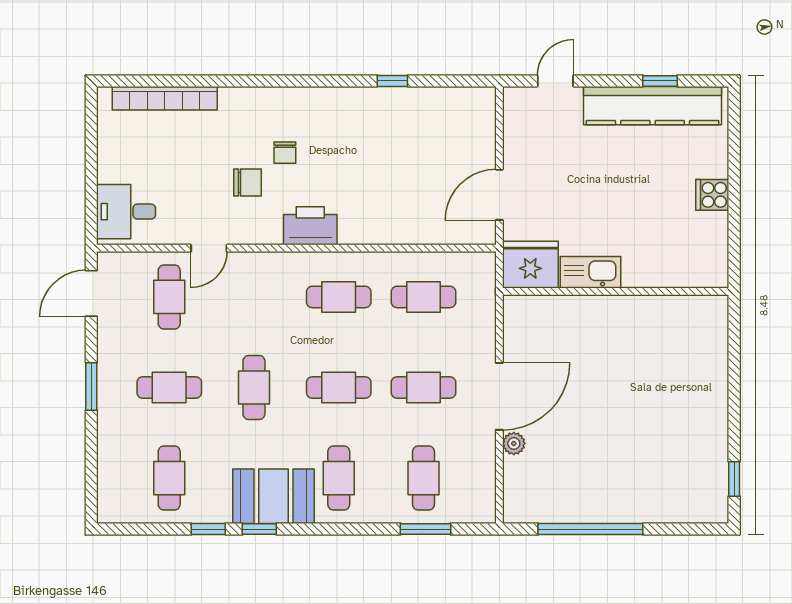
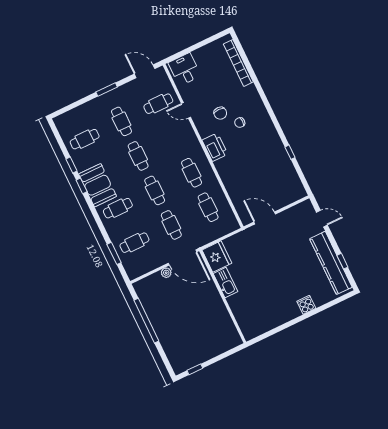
fridge: (530, 265) -> (217, 257), moved
kitchen sink: (590, 272) -> (226, 283), moved
wall: (616, 291) -> (223, 297), moved
cafe table: (254, 388) -> (138, 156), turned 90

